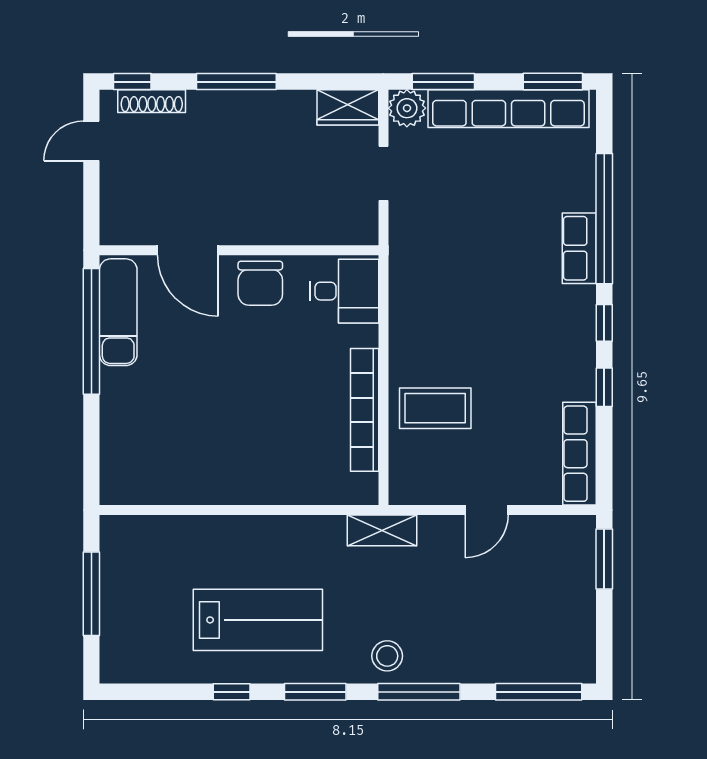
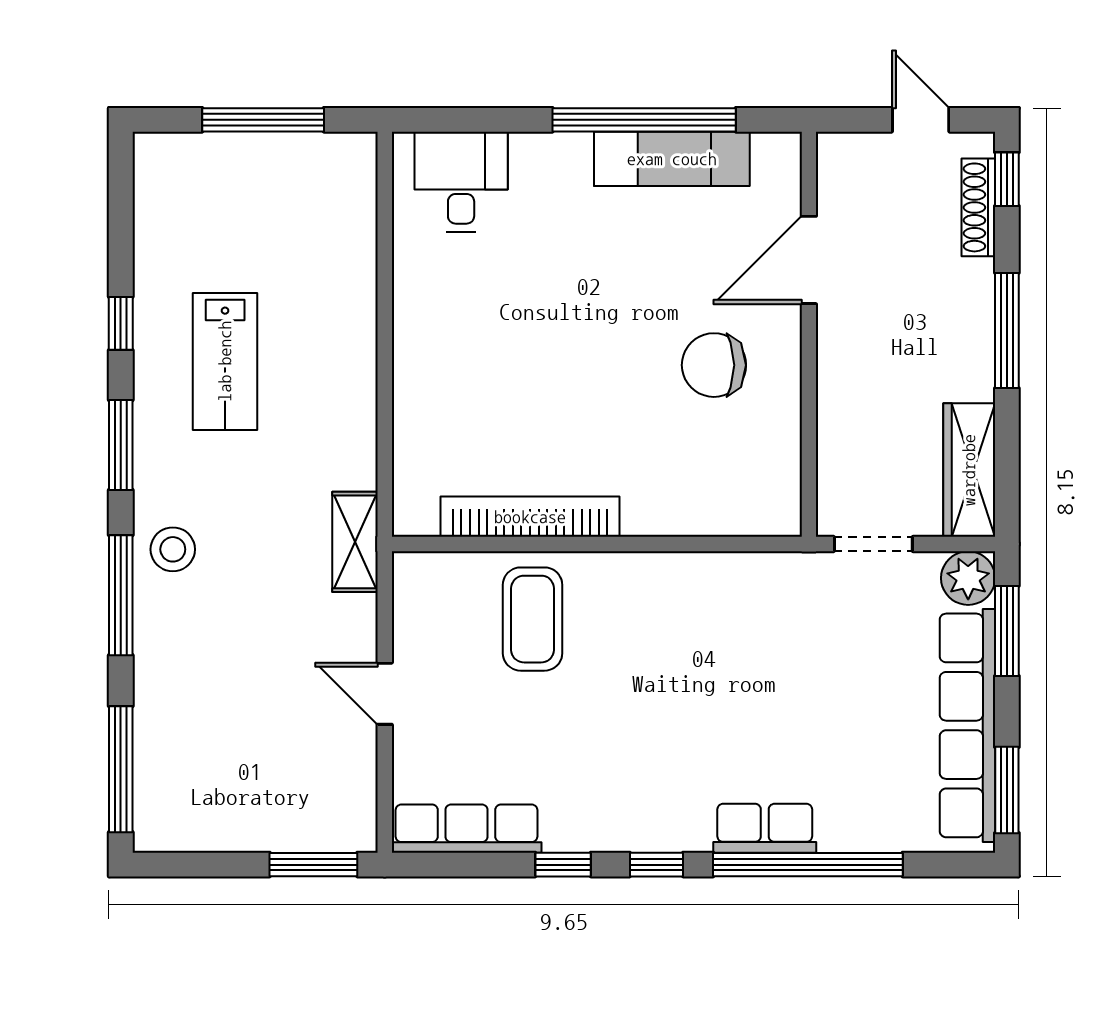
wardrobe: (348, 107) -> (969, 470), width x1.50
door: (188, 250) -> (809, 260), moved
wall: (239, 250) -> (809, 334), moved
desk: (344, 291) -> (461, 182), moved, turned 180
lab bench: (258, 620) -> (225, 361), width x0.73, depth x0.72

